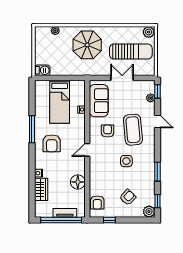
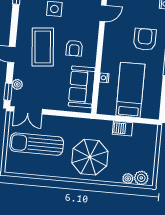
plant: (149, 32) -> (141, 178), moved
barbecue: (42, 70) -> (123, 128), moved
double door: (122, 78) -> (28, 110), moved
door: (87, 150) -> (103, 13), moved

